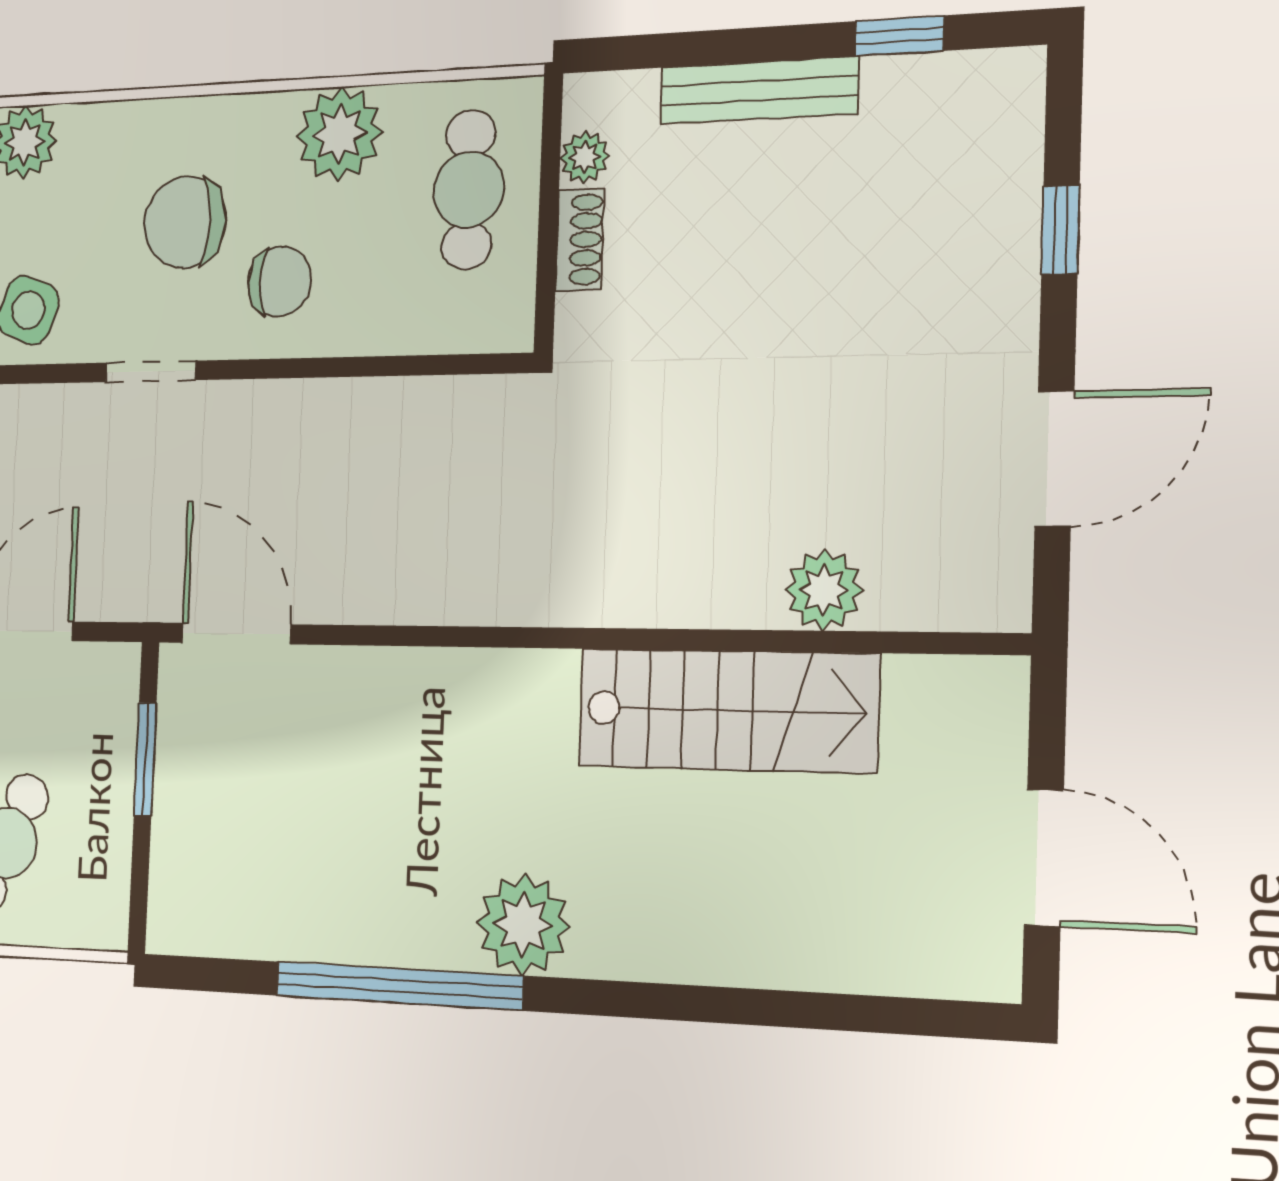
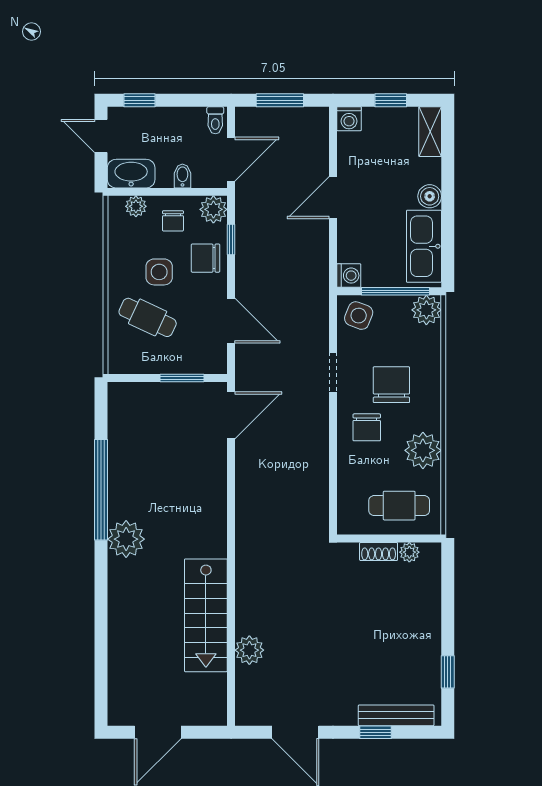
bench: (759, 90) -> (396, 715), moved, turned 90

